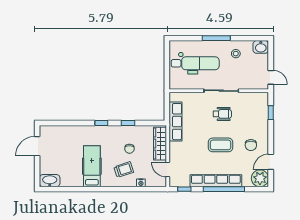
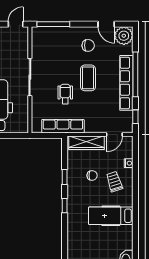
window: (271, 113) -> (53, 24), width x2.17
wheelchair: (222, 114) -> (65, 94), moved

